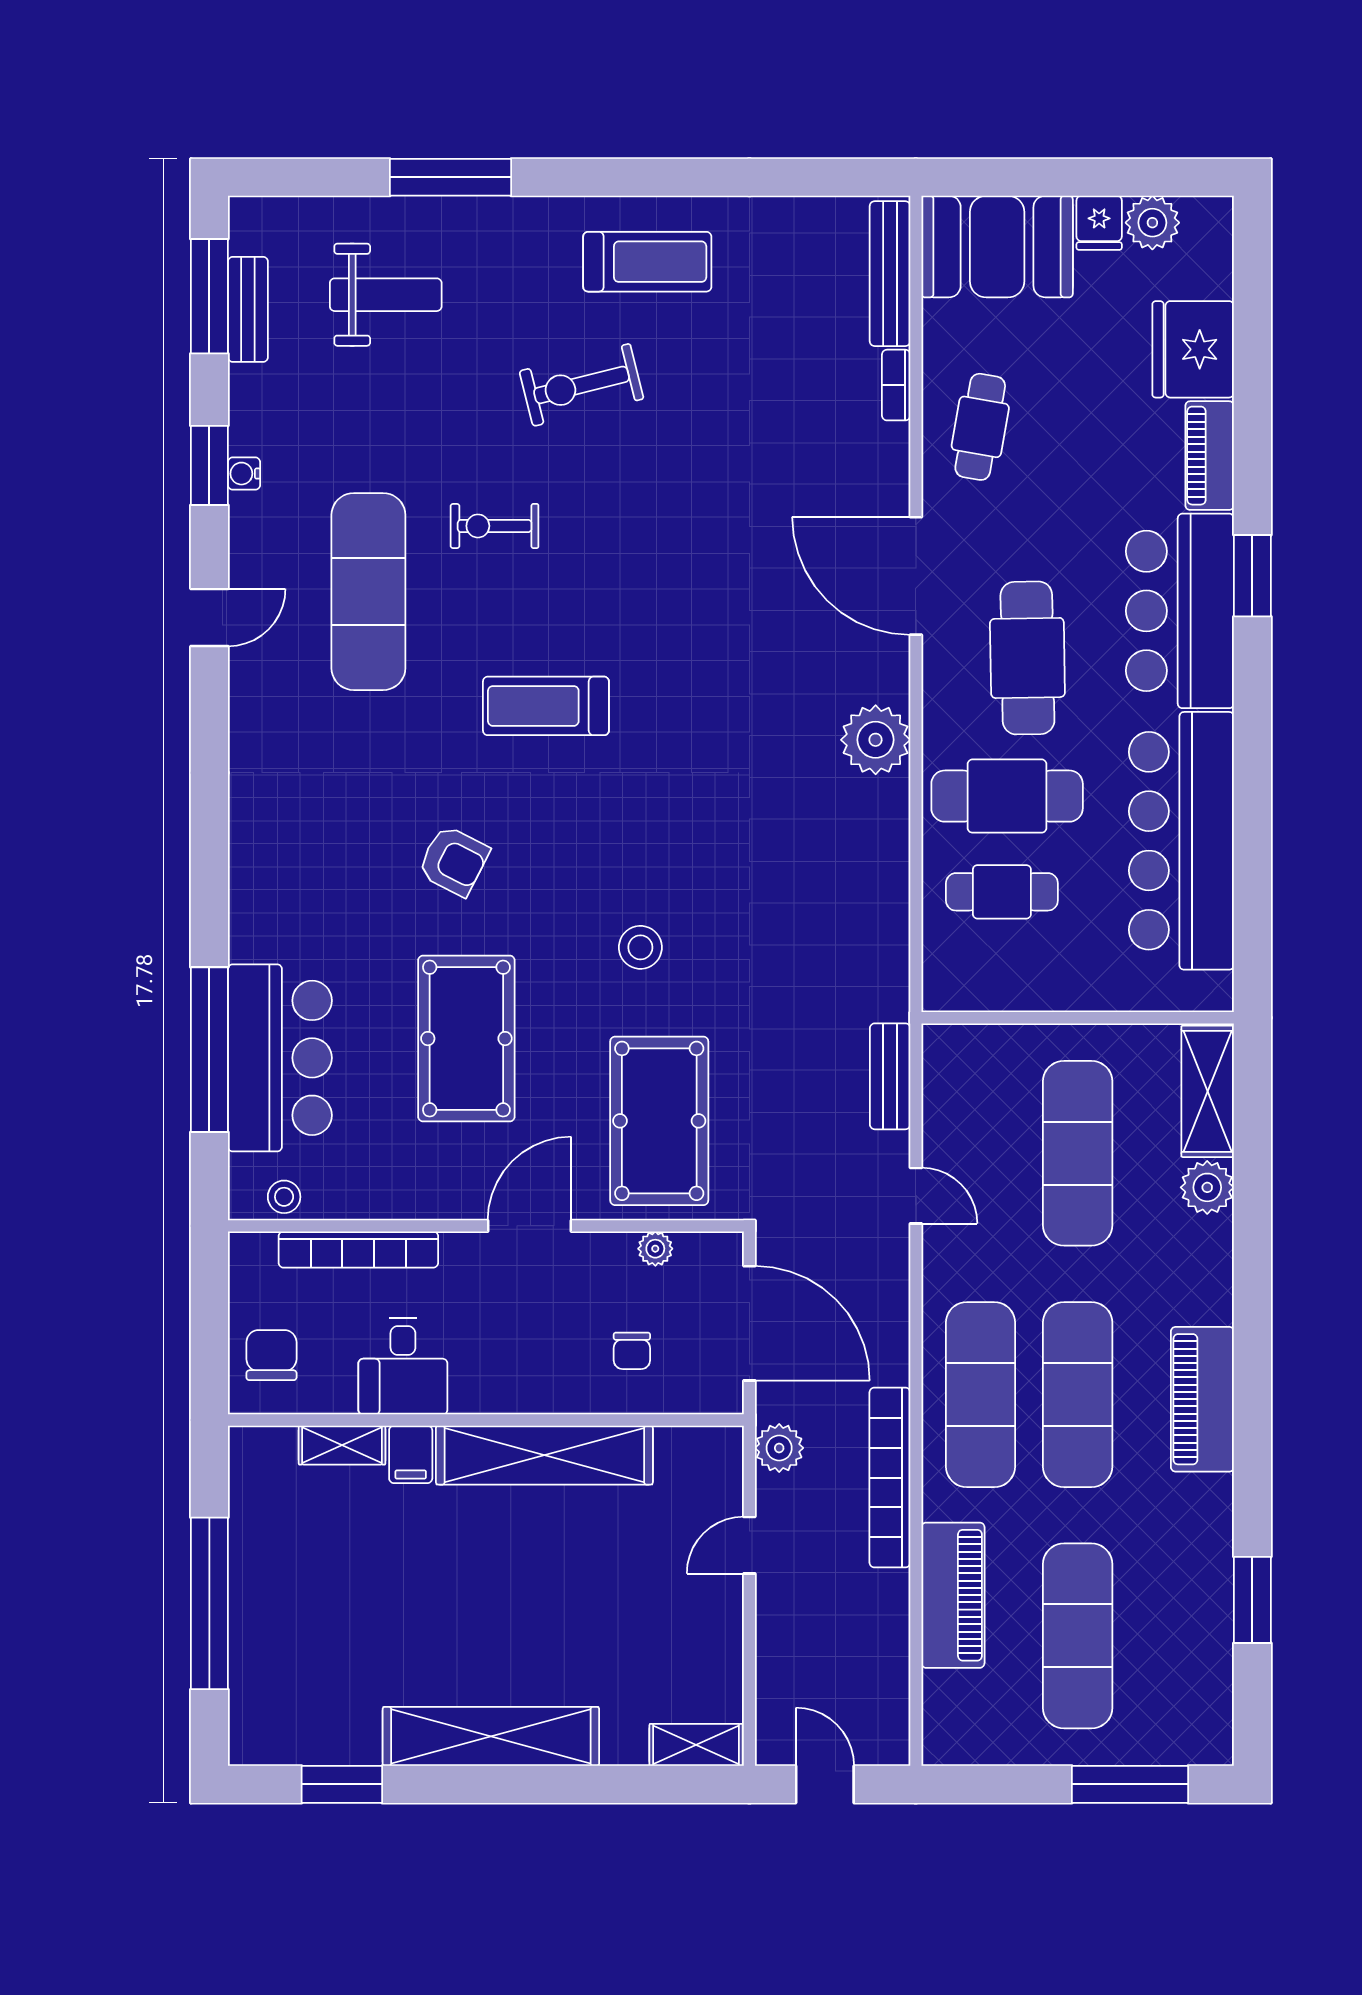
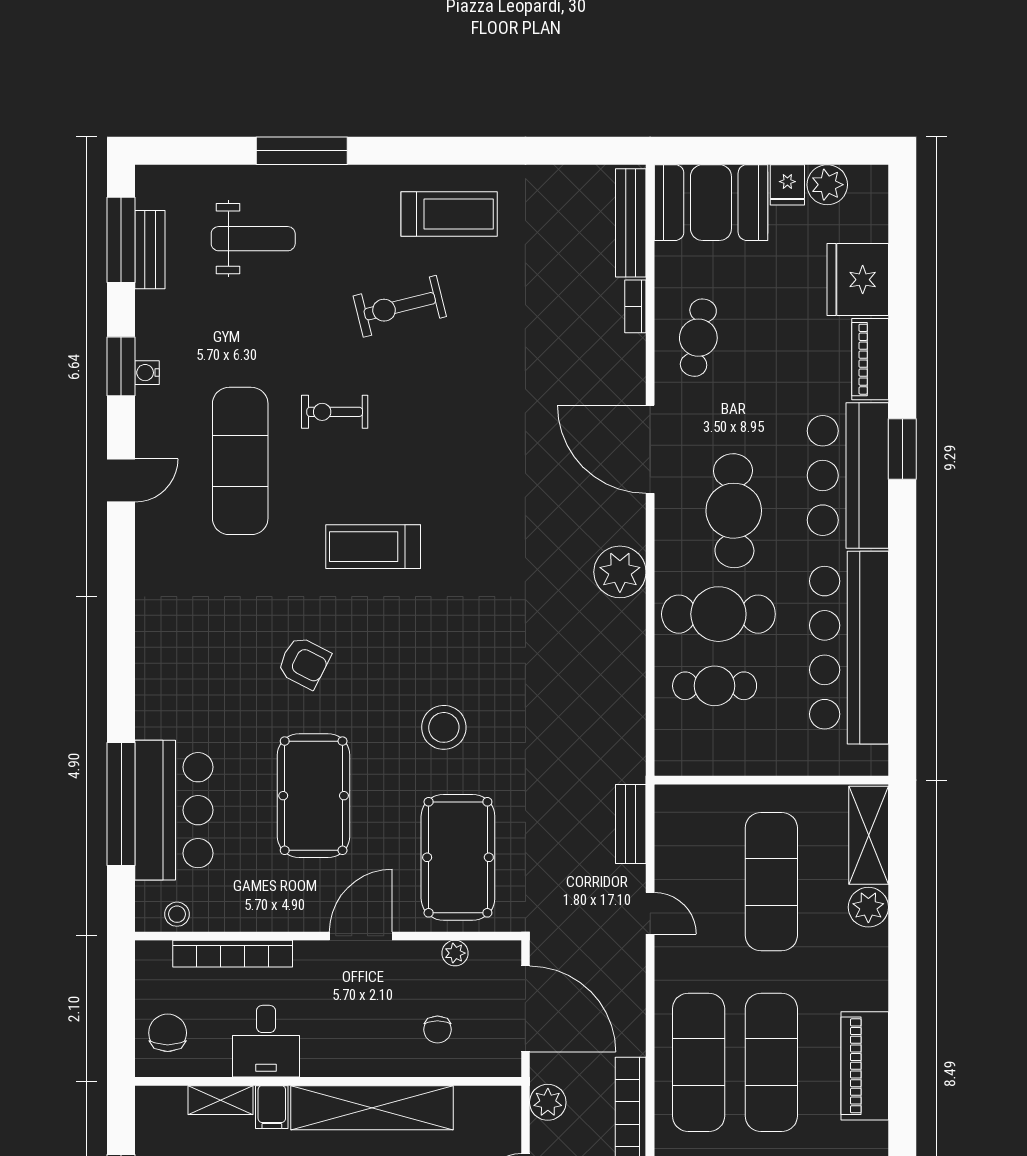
stool: (640, 947) -> (444, 727), width x1.38, depth x1.38

